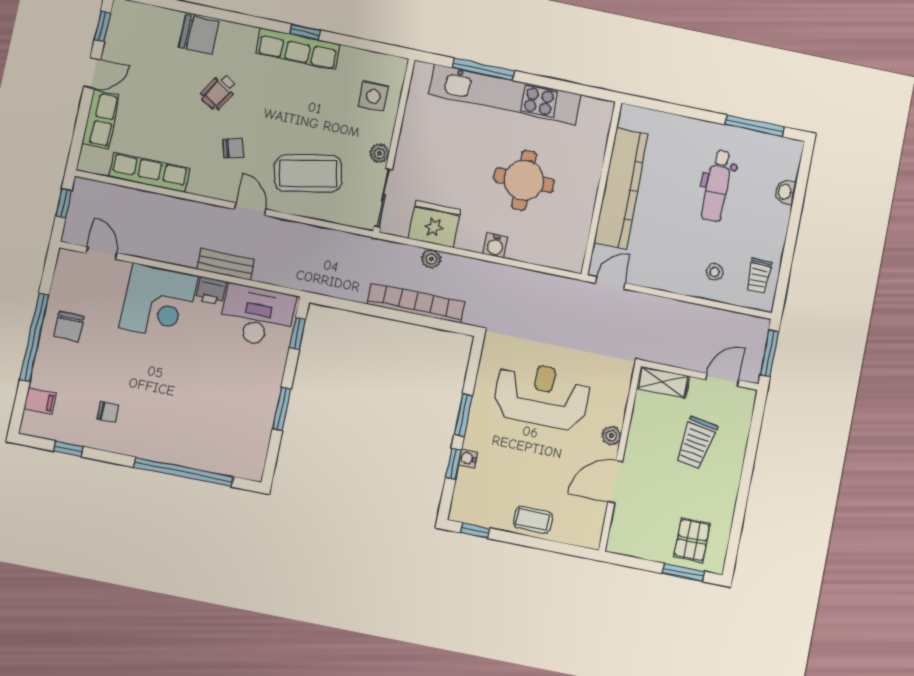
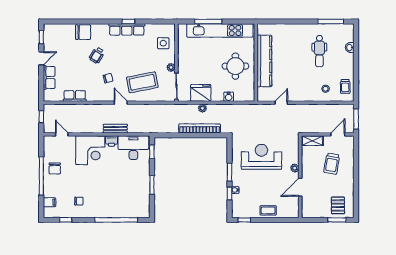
row of seats: (149, 173) -> (75, 96), width x0.68
wall: (601, 188) -> (256, 63), moved
kitchen counter: (621, 188) -> (264, 61), moved

